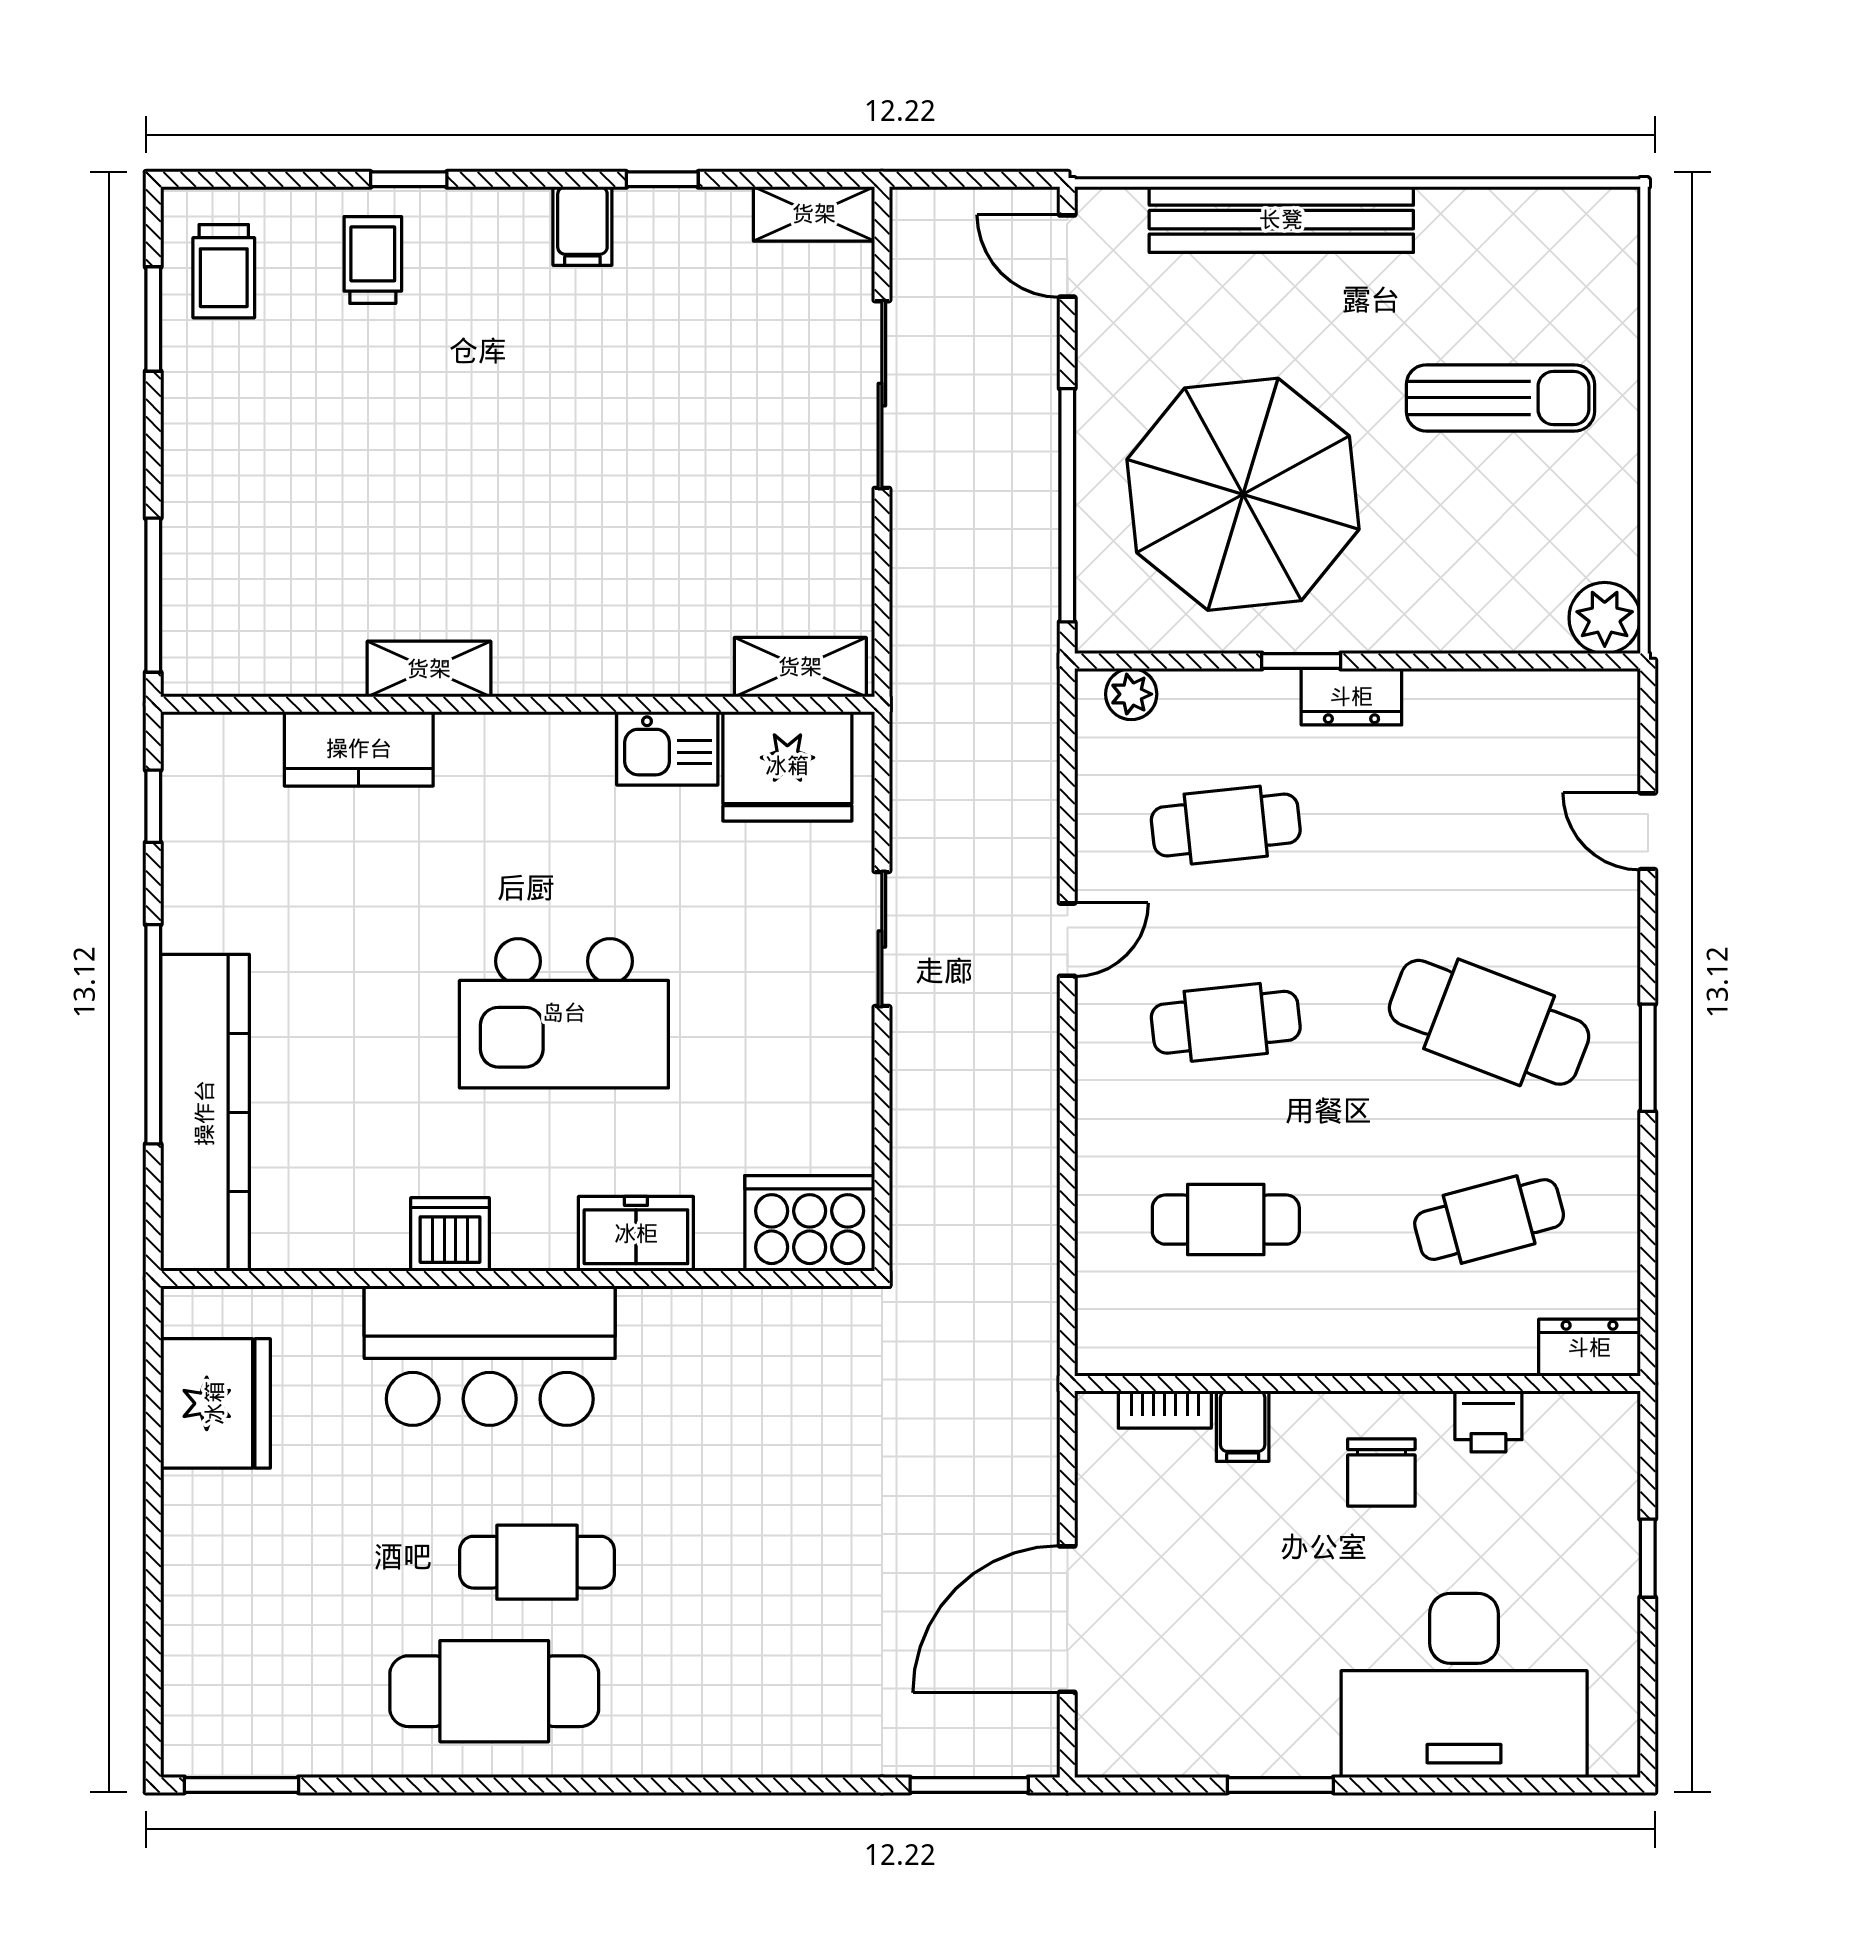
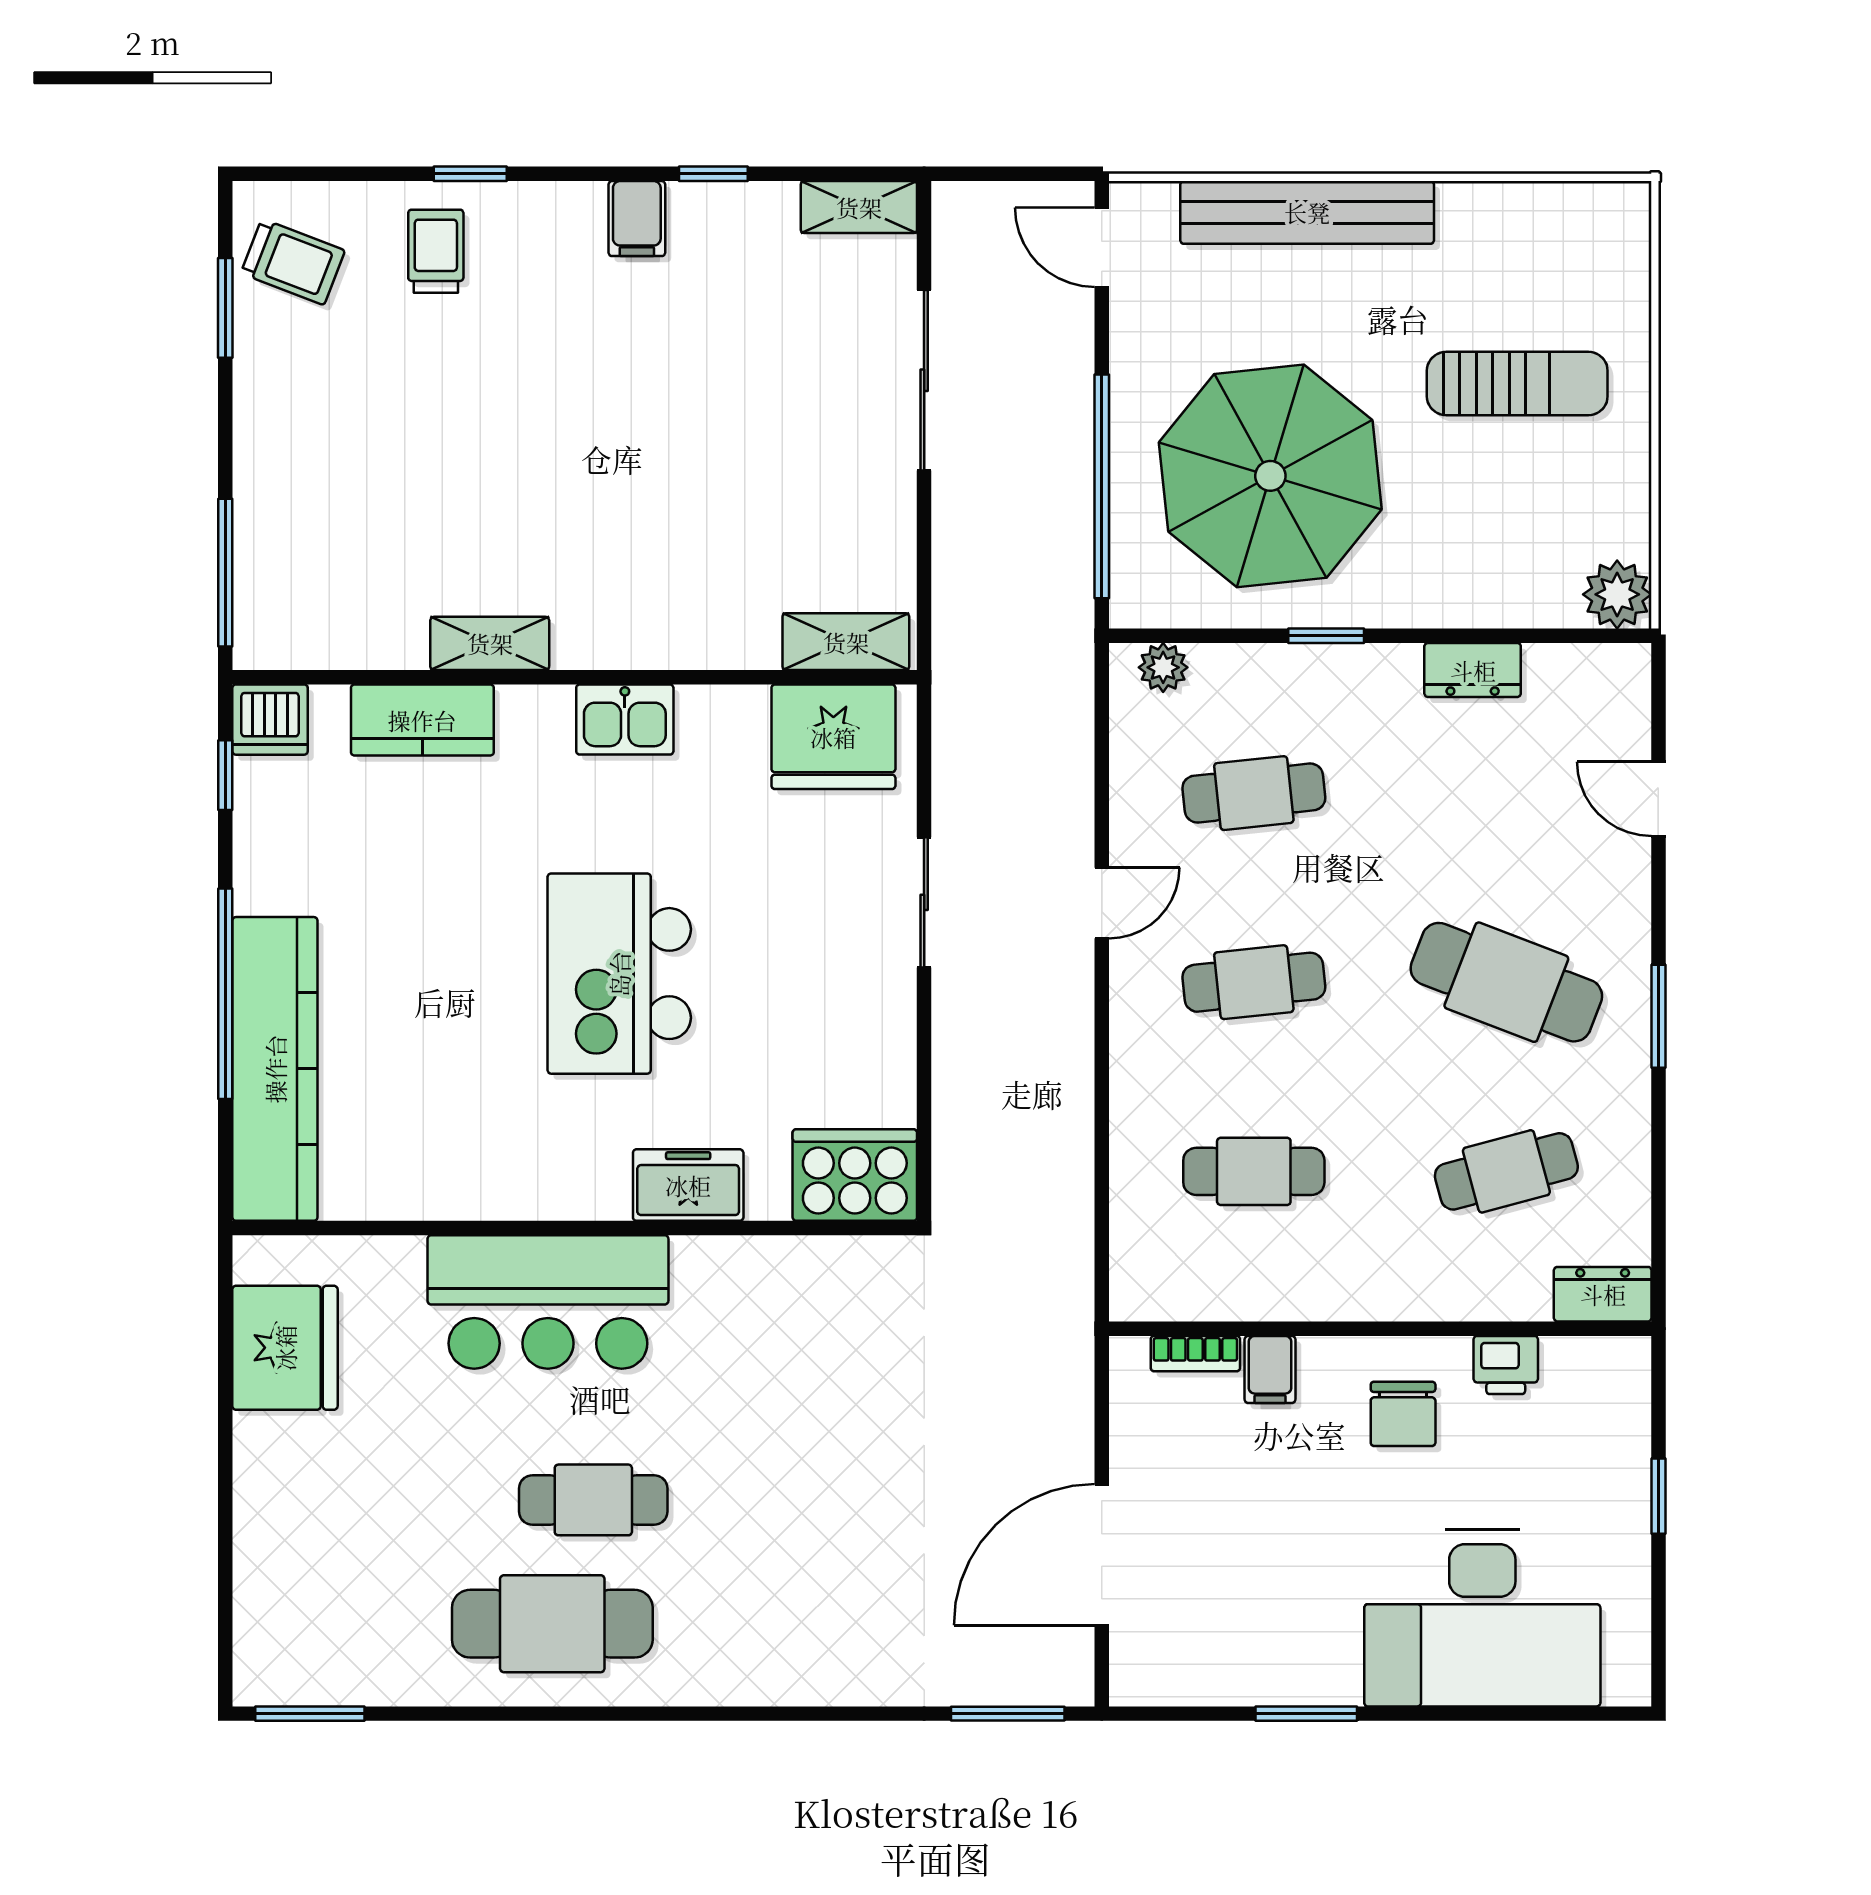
trolley: (224, 271) -> (293, 262), turned -69
dresser: (1351, 697) -> (1473, 670), moved
kitchen sink: (667, 748) -> (625, 720), moved
kitchen island: (564, 1013) -> (619, 974), turned 90
dishwasher: (450, 1234) -> (270, 720), moved, turned 180

